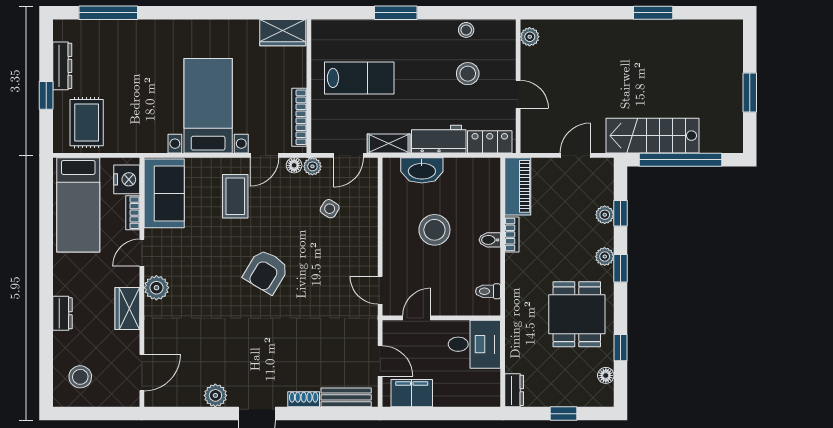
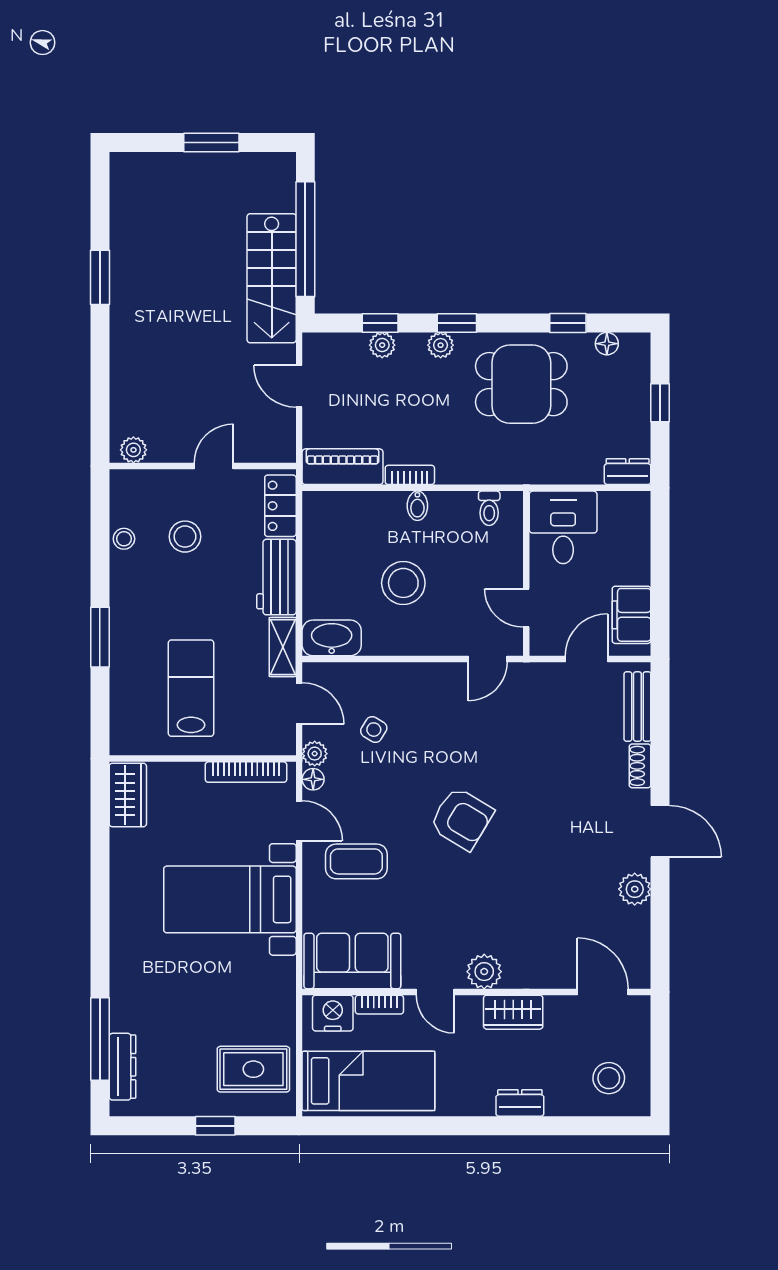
dresser: (62, 66) -> (122, 1067), moved, turned 90
washbasin: (422, 170) -> (332, 638), moved, turned -90

